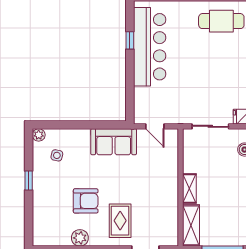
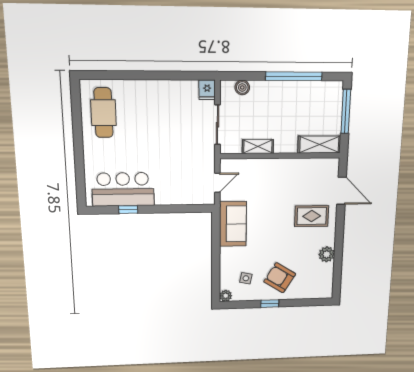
bar counter: (150, 47) -> (123, 189), width x0.73
shelving: (189, 188) -> (258, 147), moved
armchair: (86, 201) -> (280, 278), moved, turned -58

